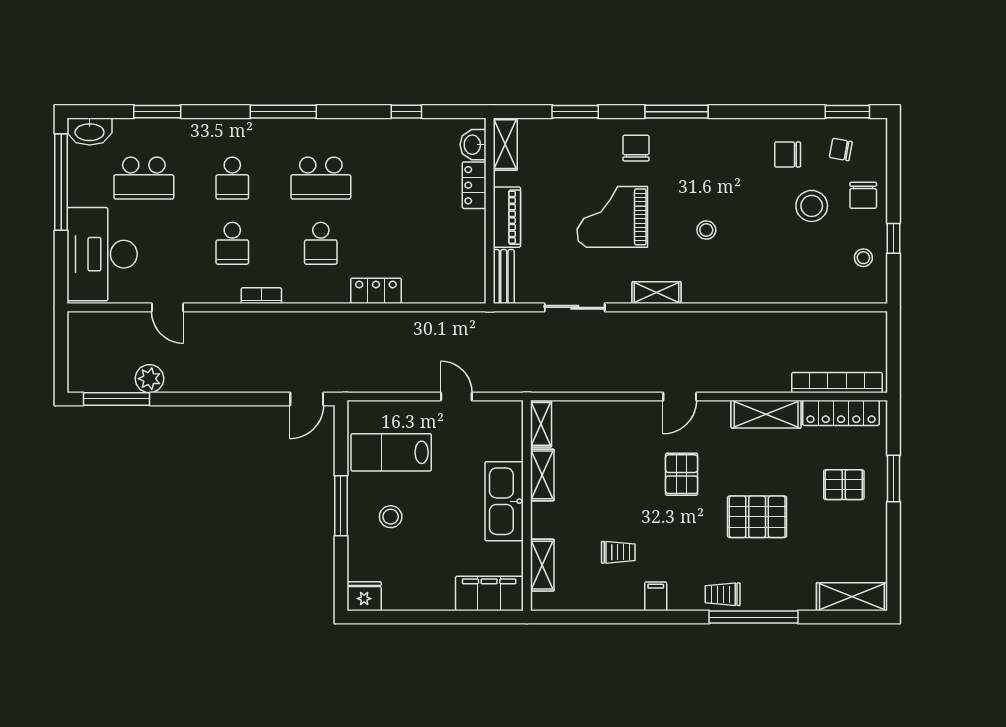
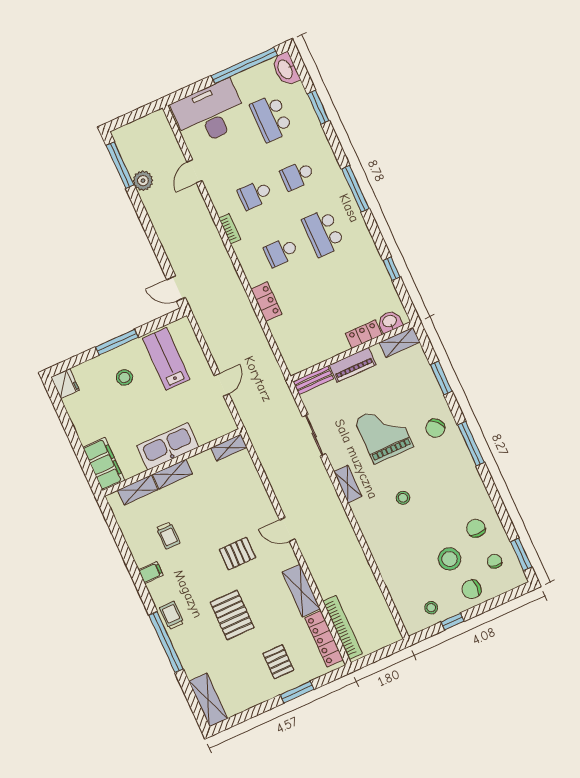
chair: (636, 148) -> (435, 428), turned 137
shelving: (542, 475) -> (172, 474), moved

